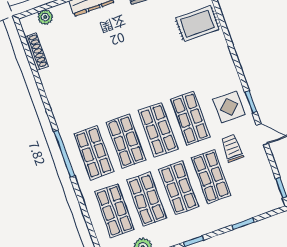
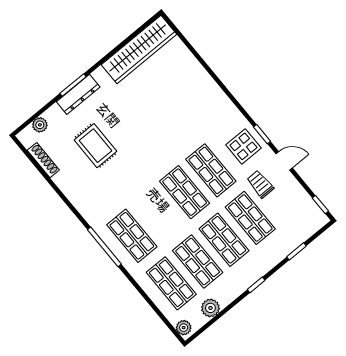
rug: (197, 24) -> (95, 146), moved, turned 90
shop shelf: (126, 141) -> (158, 214), removed

